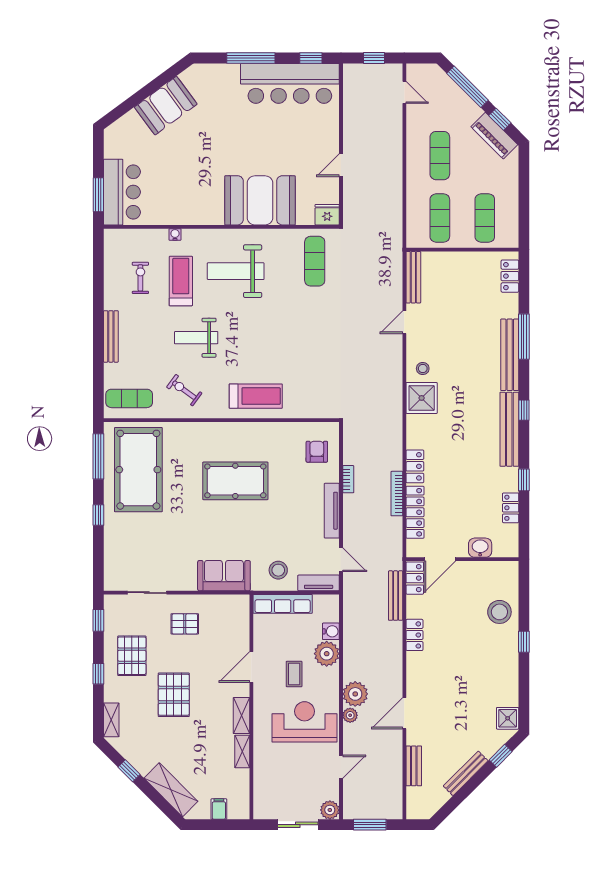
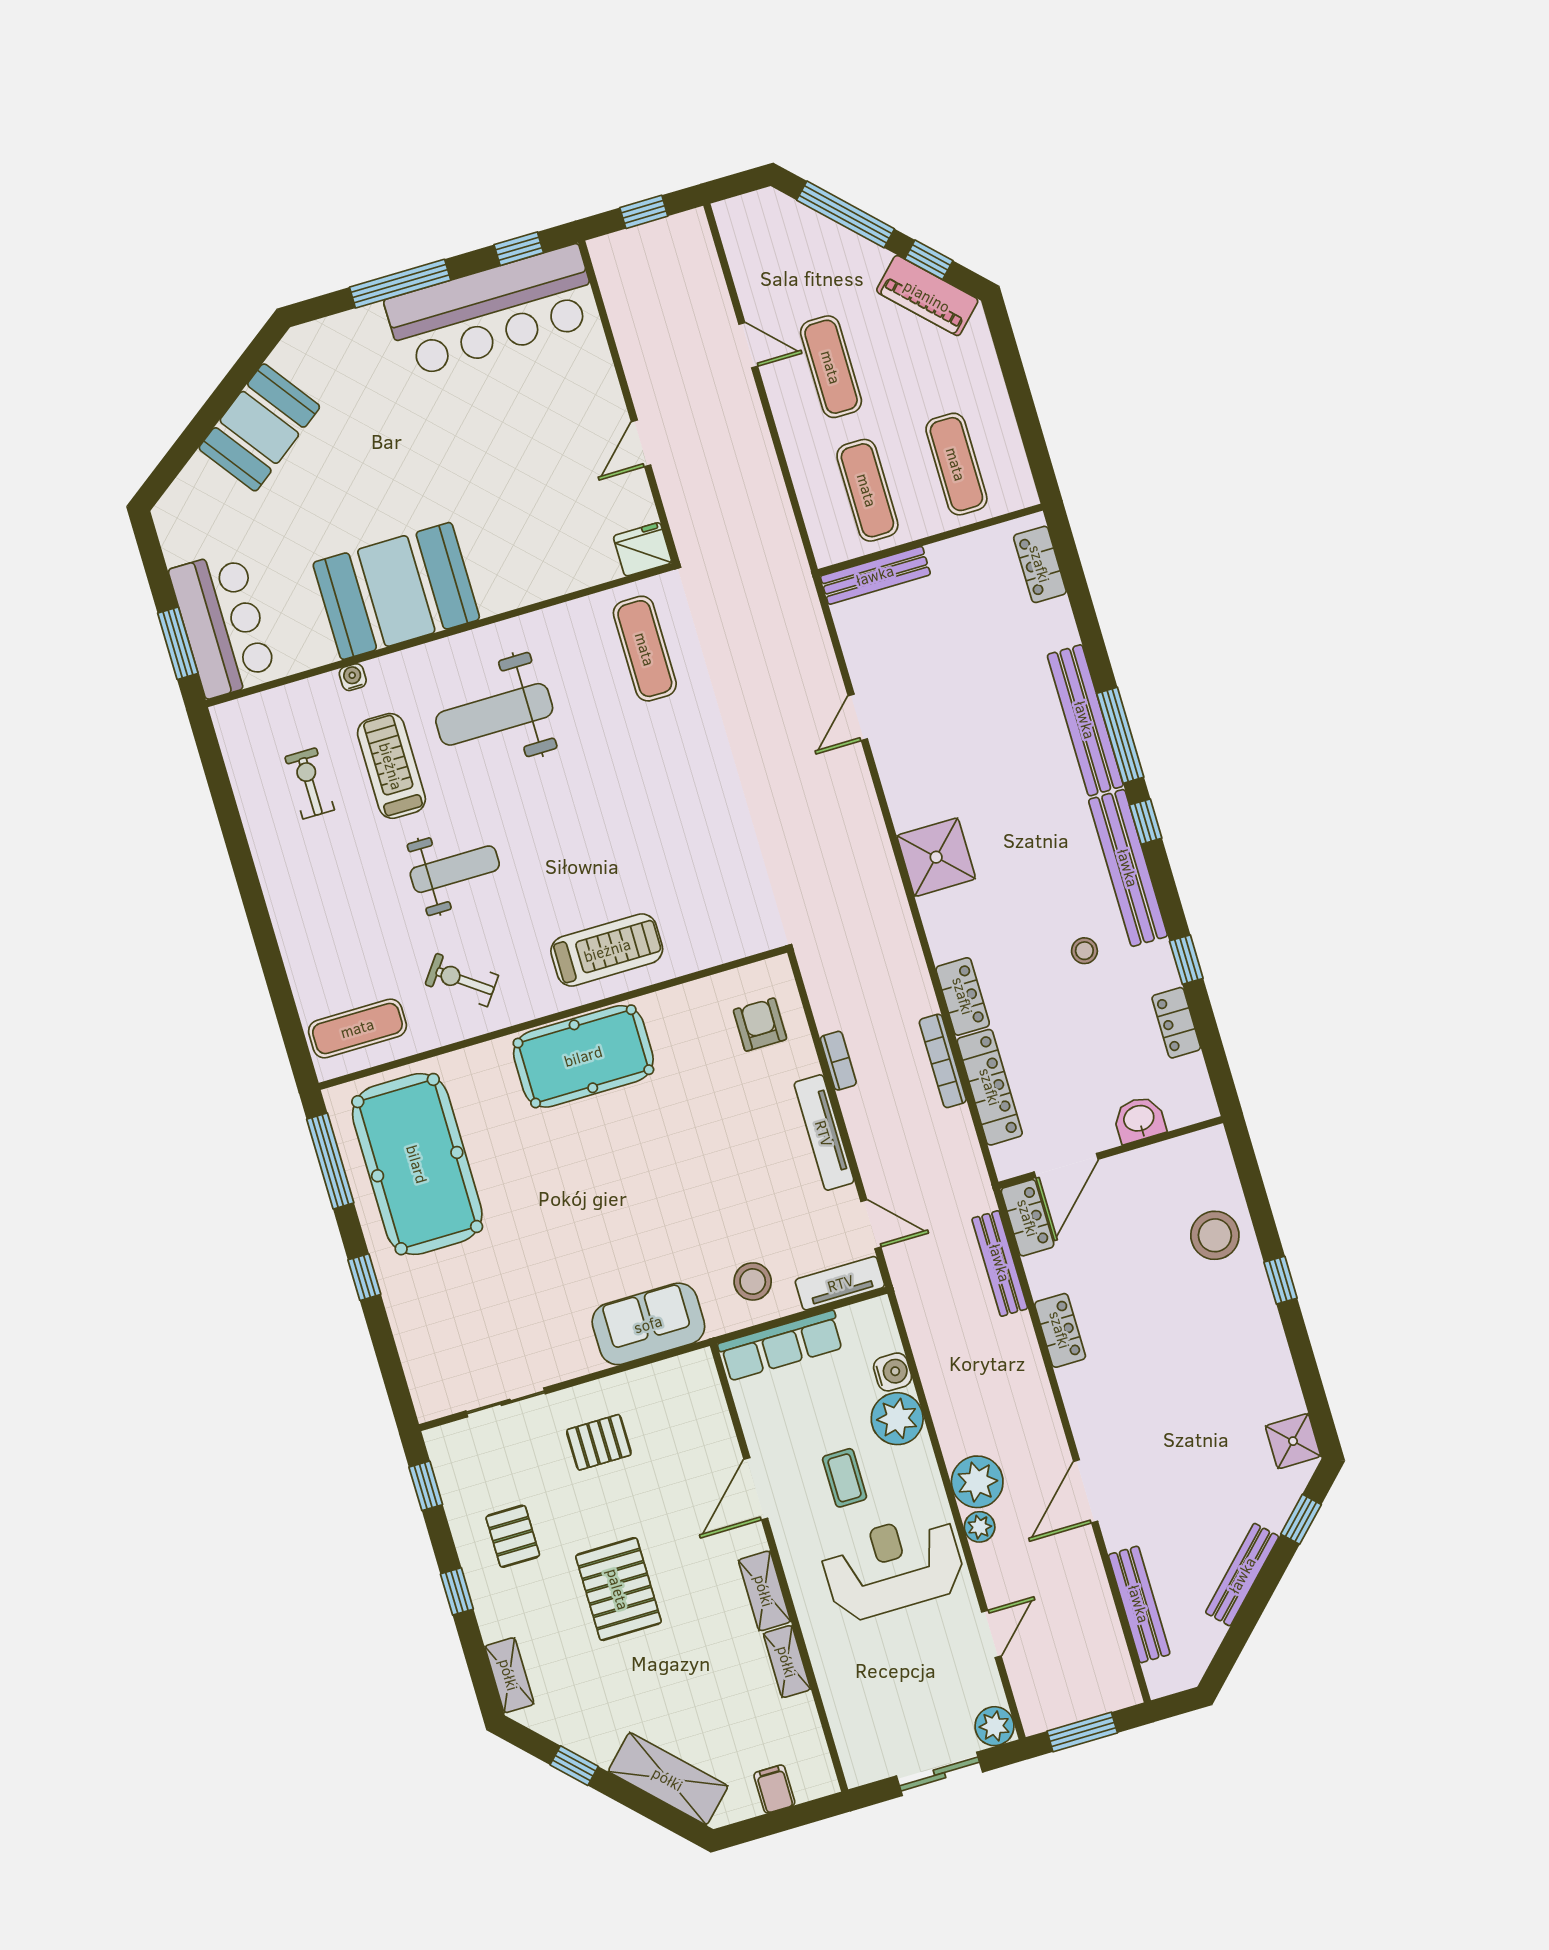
door: (404, 92) -> (748, 345), moved
booth: (260, 200) -> (396, 591), moved
bench: (413, 277) -> (875, 575), moved, turned 90
bench: (111, 336) -> (285, 916), removed
window: (524, 337) -> (1120, 735), moved
weight bench: (196, 338) -> (455, 869), turned 180
stool: (423, 369) -> (1084, 951), moved
pool table: (235, 481) -> (583, 1056), moved
pallet: (132, 656) -> (513, 1536), width x0.67, depth x0.71
bench: (414, 766) -> (1139, 1604), width x1.36

